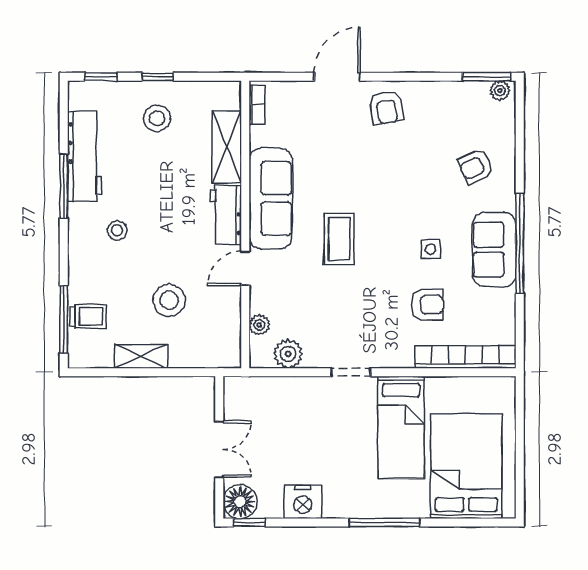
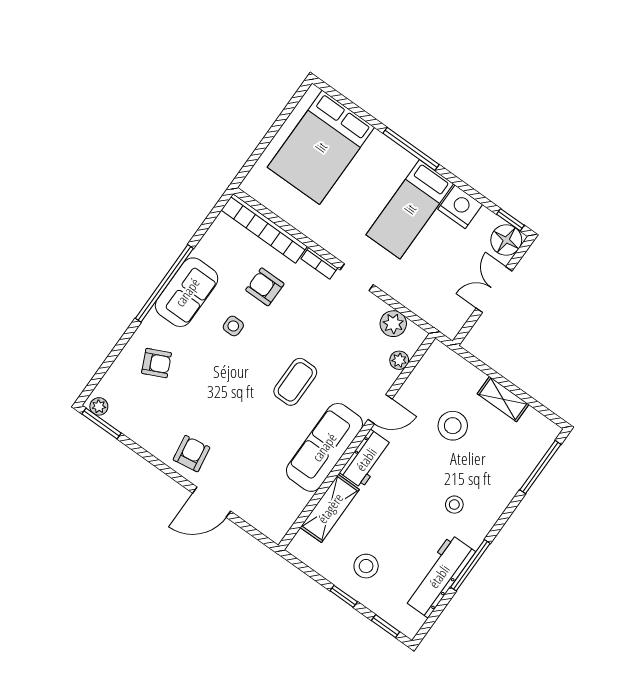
bookcase: (257, 104) -> (319, 263), moved, turned -90
trolley: (88, 316) -> (521, 456), removed
bed: (401, 427) -> (410, 209), moved, turned 180

